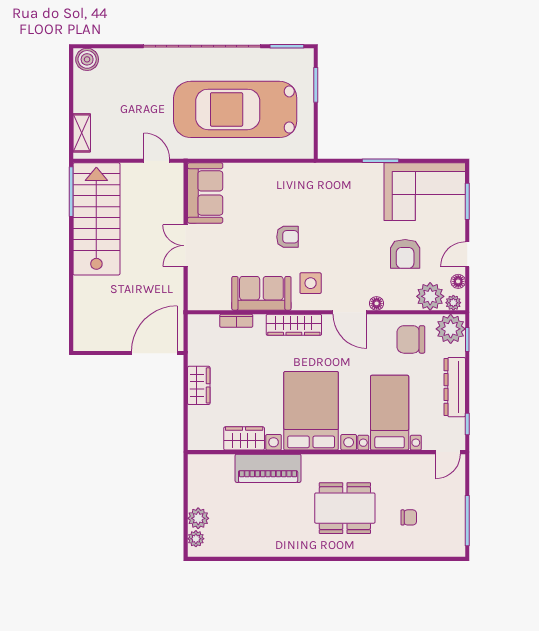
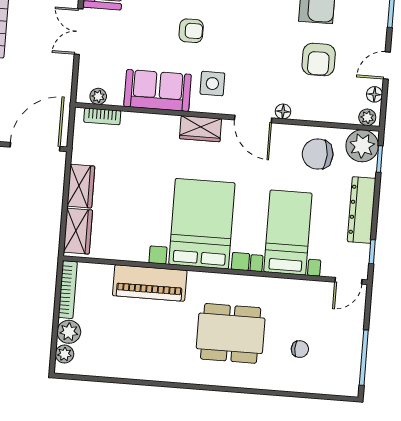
plant: (430, 296) -> (98, 96), moved, width x0.53, depth x0.53
bookcase: (236, 321) -> (102, 116), moved
wardrobe: (294, 325) -> (201, 129), width x0.67
wardrobe: (244, 438) -> (78, 231), moved, turned 90
bookcase: (194, 480) -> (68, 290), added

